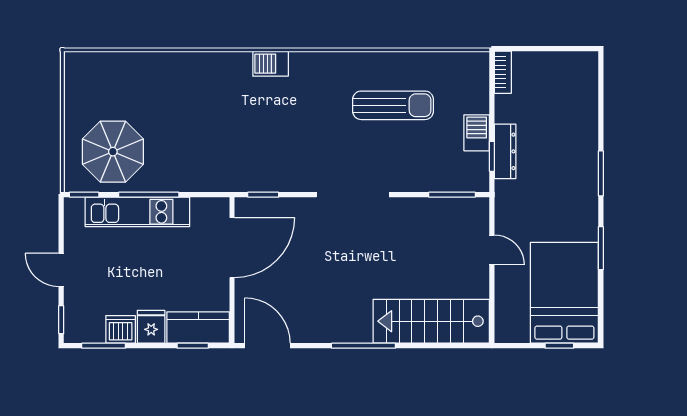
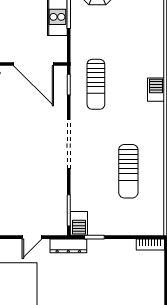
barbecue: (477, 133) -> (79, 223), moved, turned 90
dresser: (505, 151) -> (68, 246), moved
sun lounger: (263, 154) -> (96, 84), added

